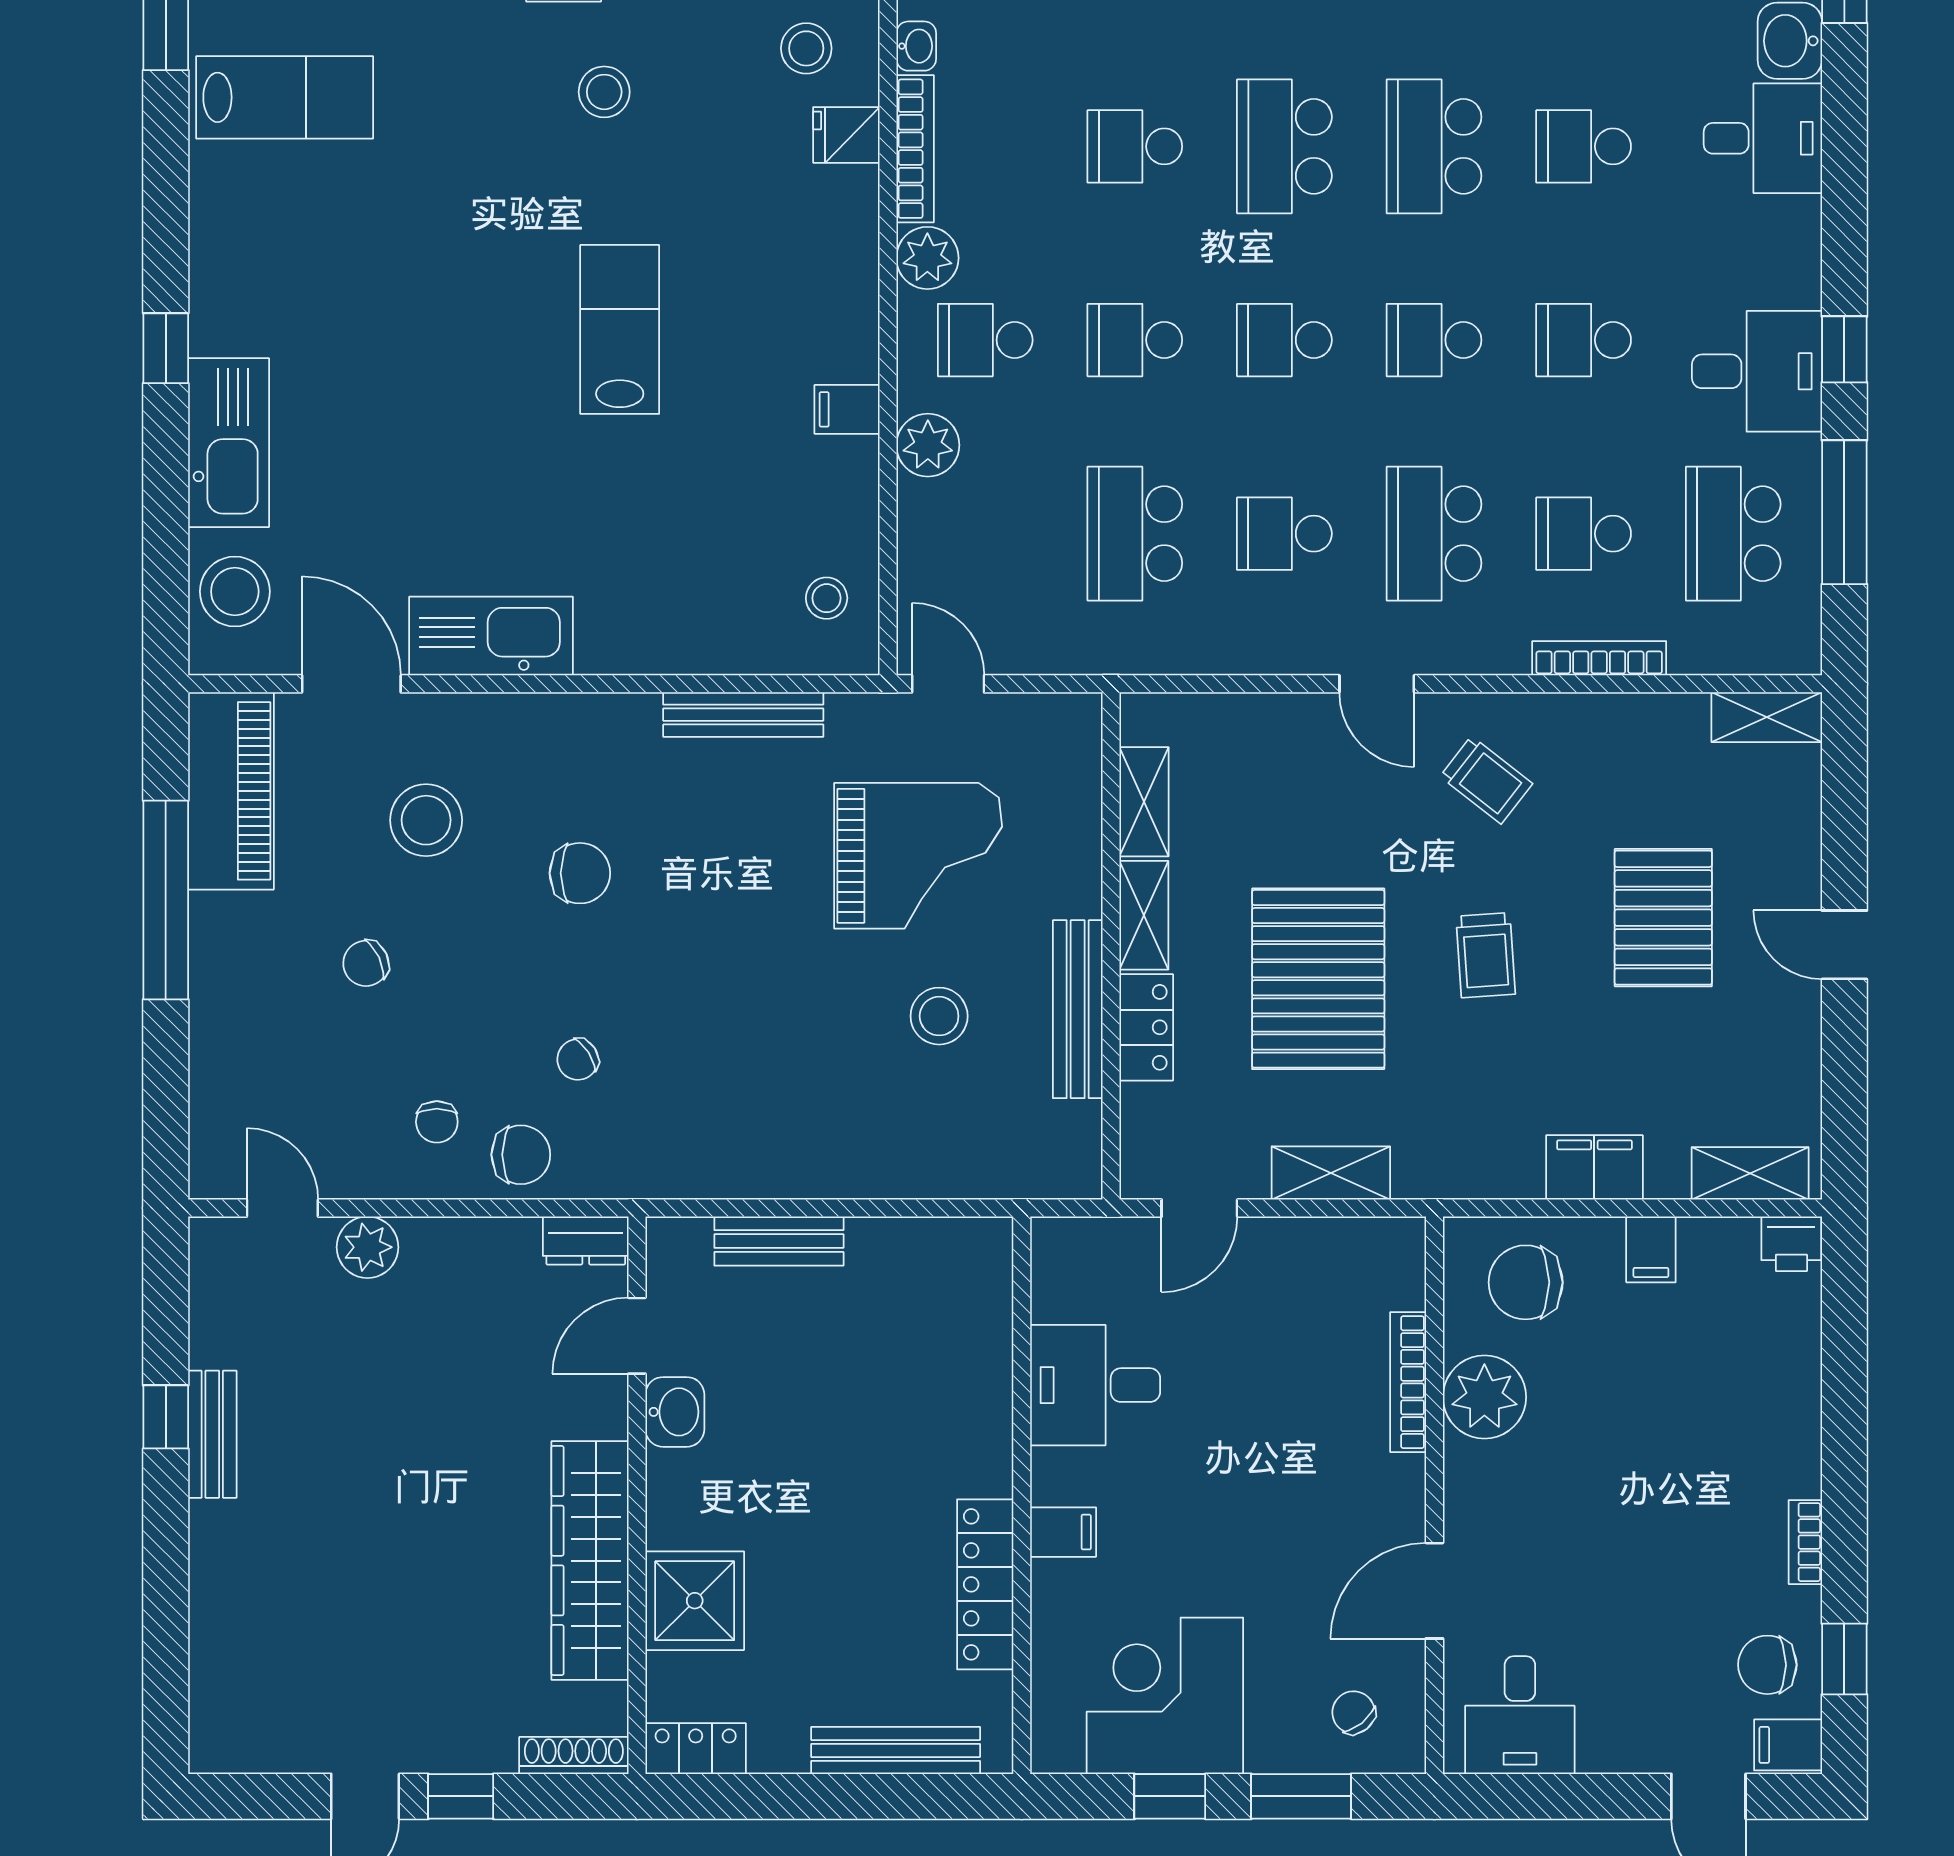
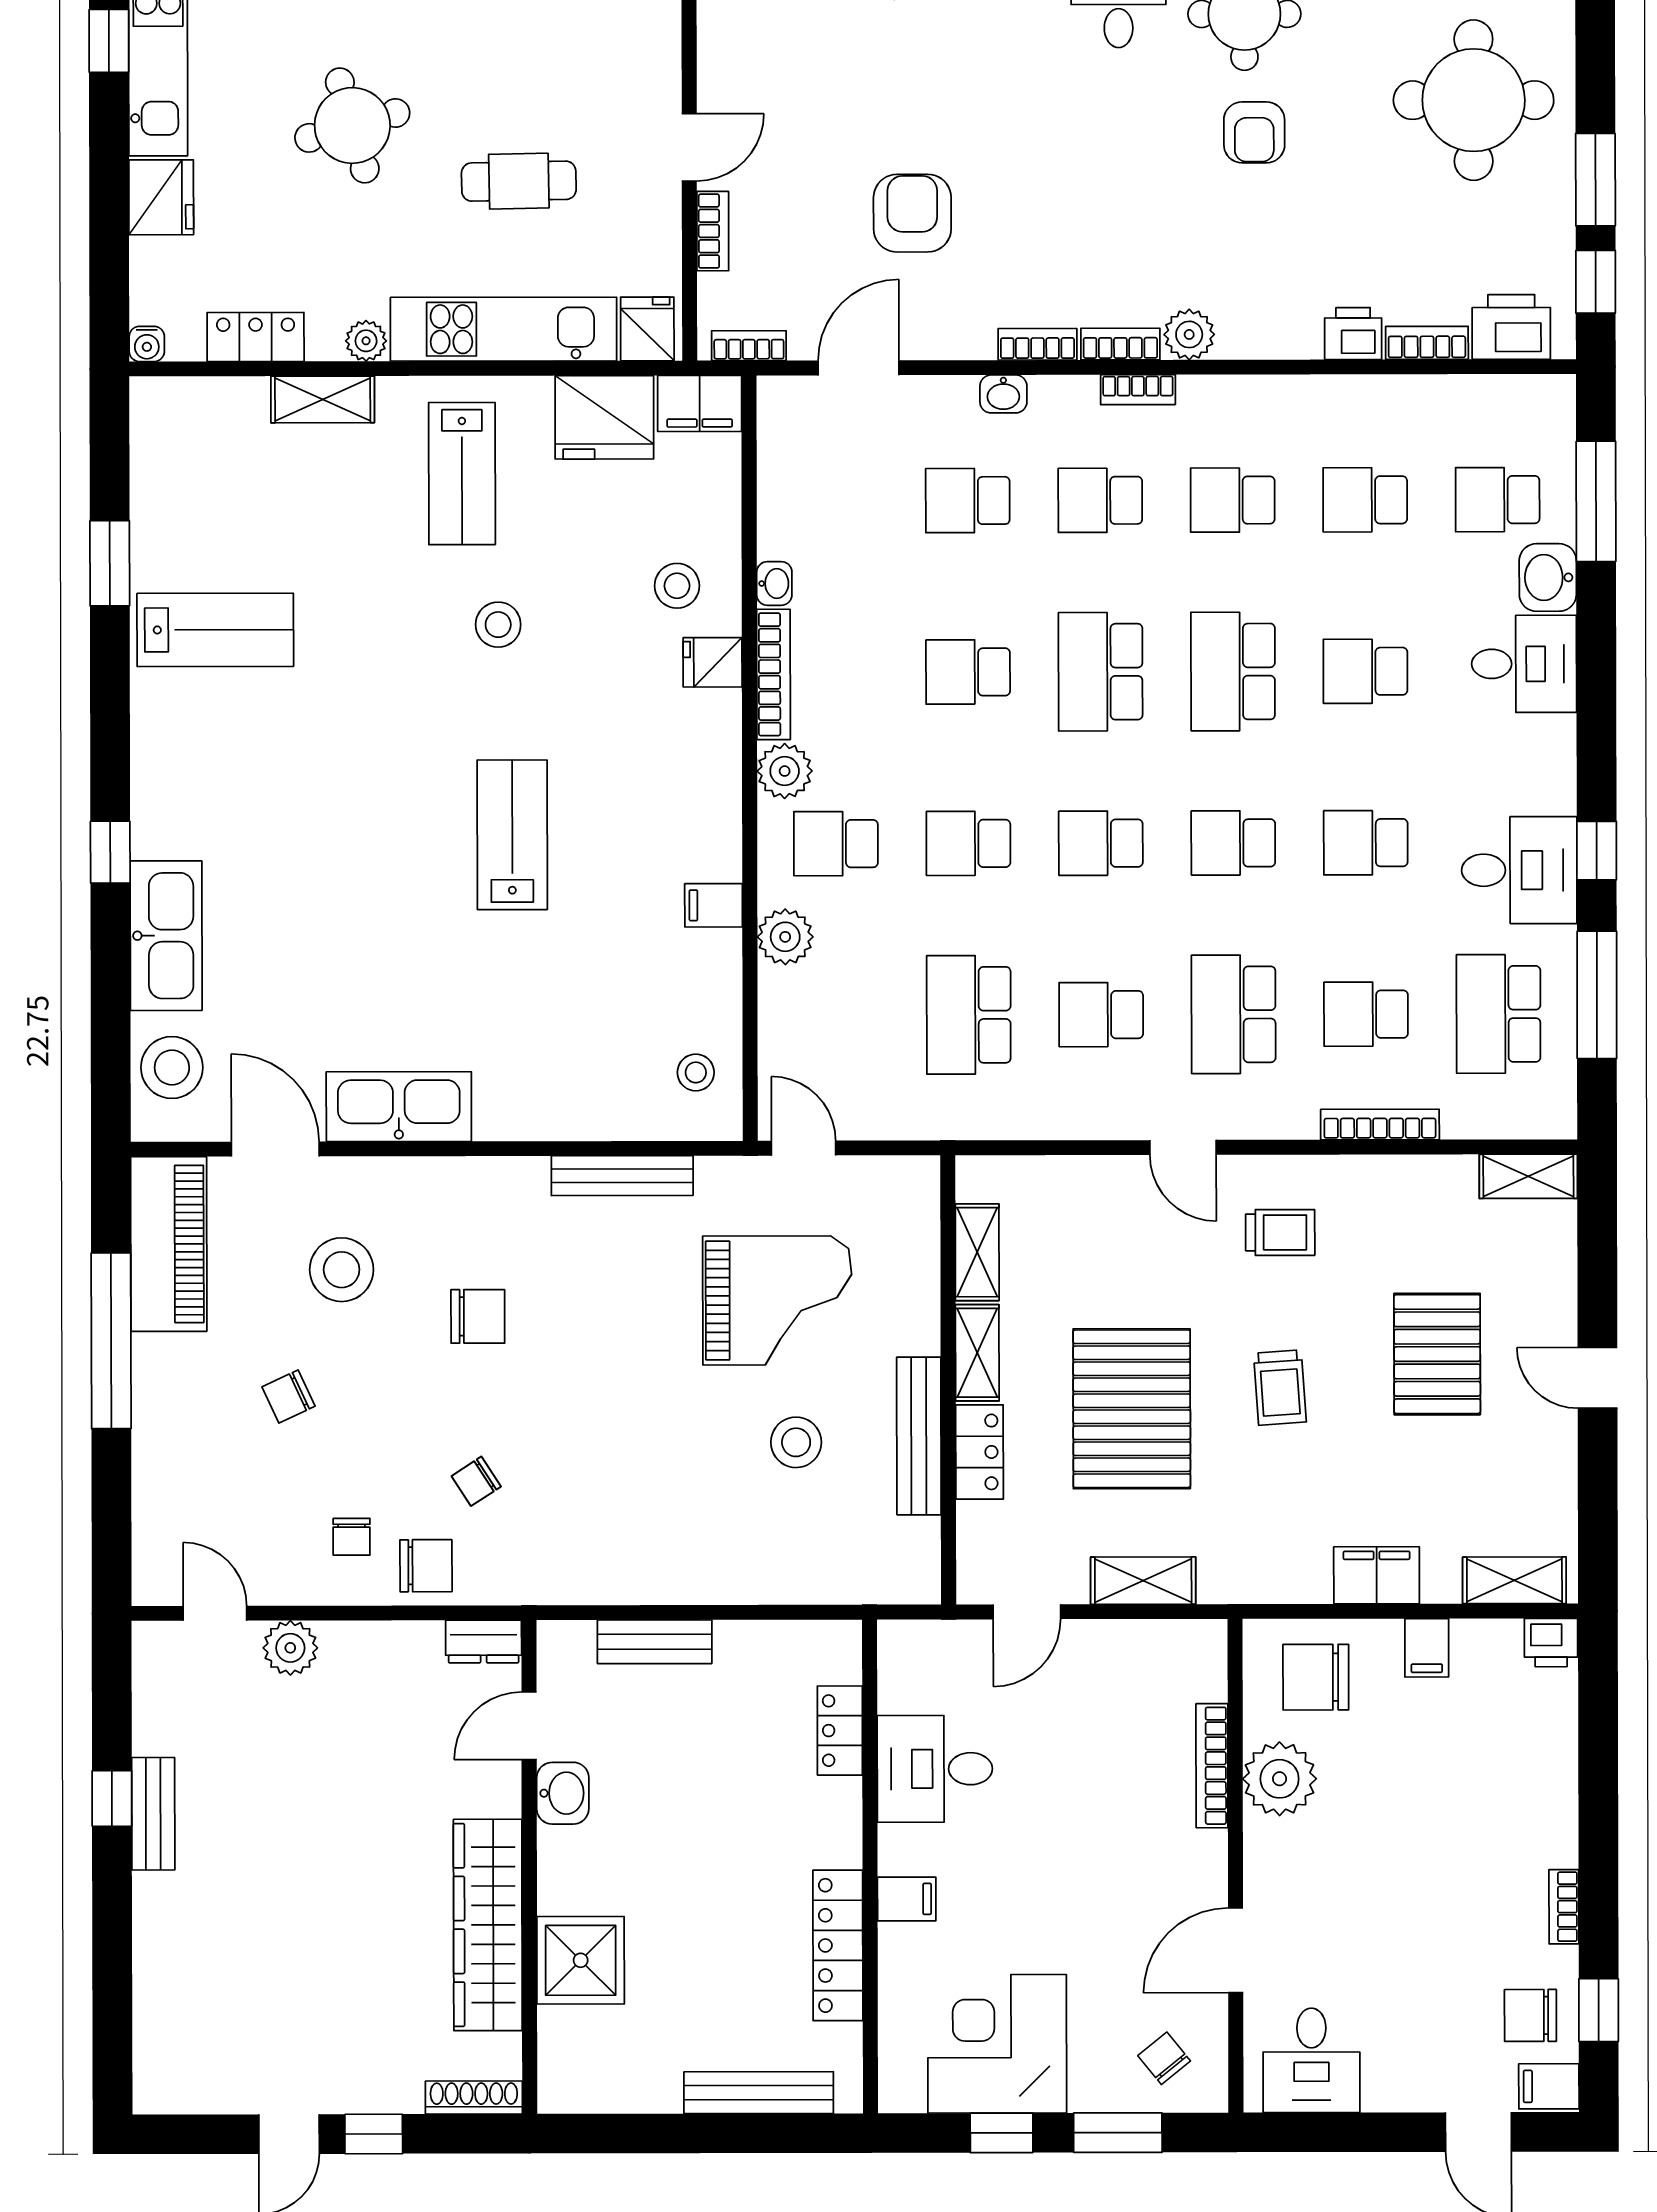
trolley: (1486, 780) -> (1280, 1232), turned -38
locker: (696, 1749) -> (840, 1731), moved, turned -90

